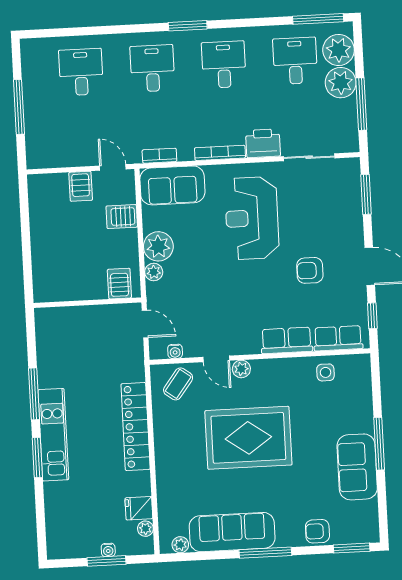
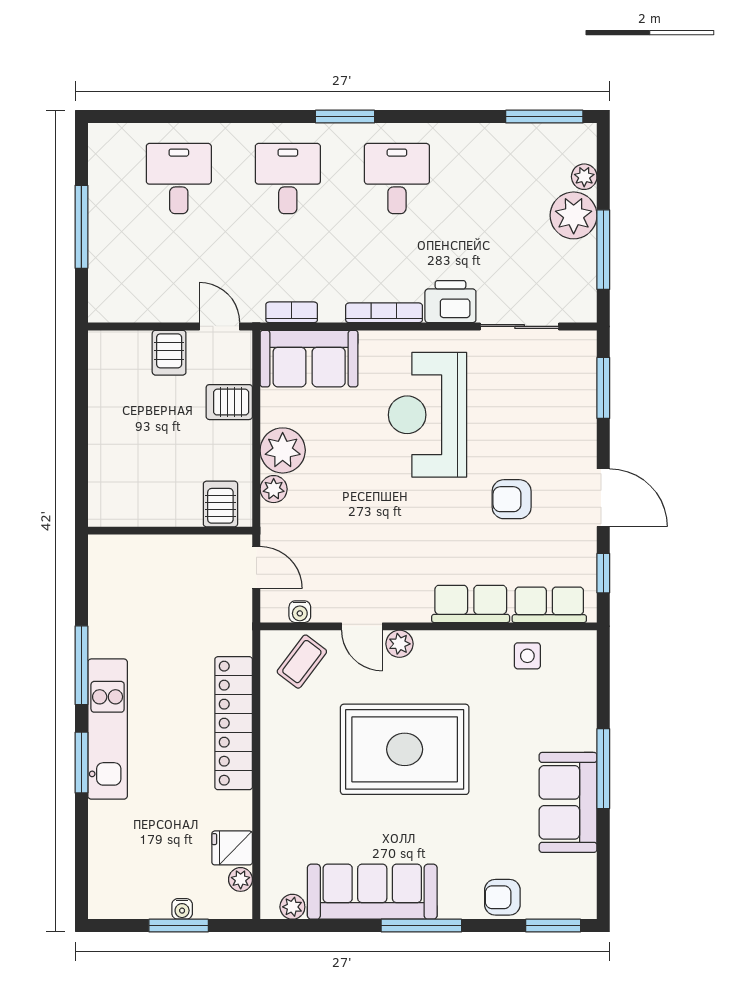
plant: (339, 50) -> (584, 177), width x0.53, depth x0.53
desk: (295, 61) -> (506, 179), removed

